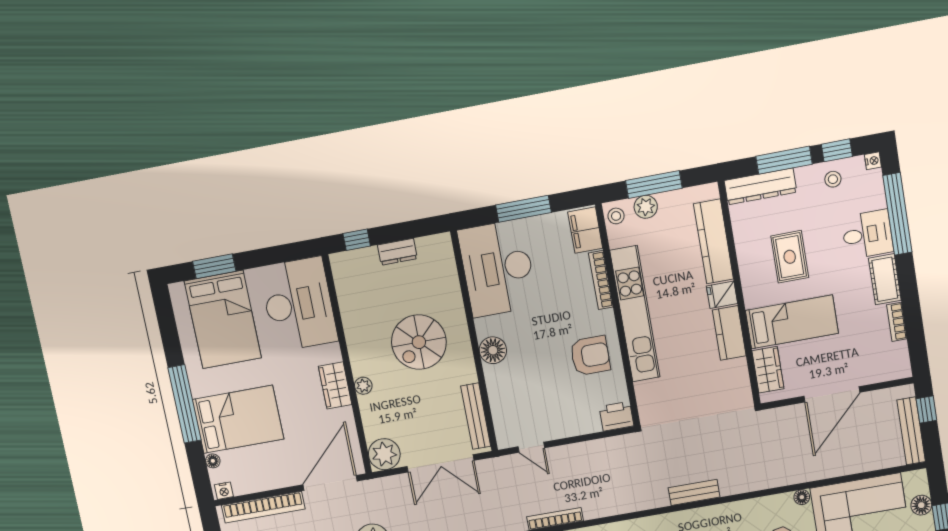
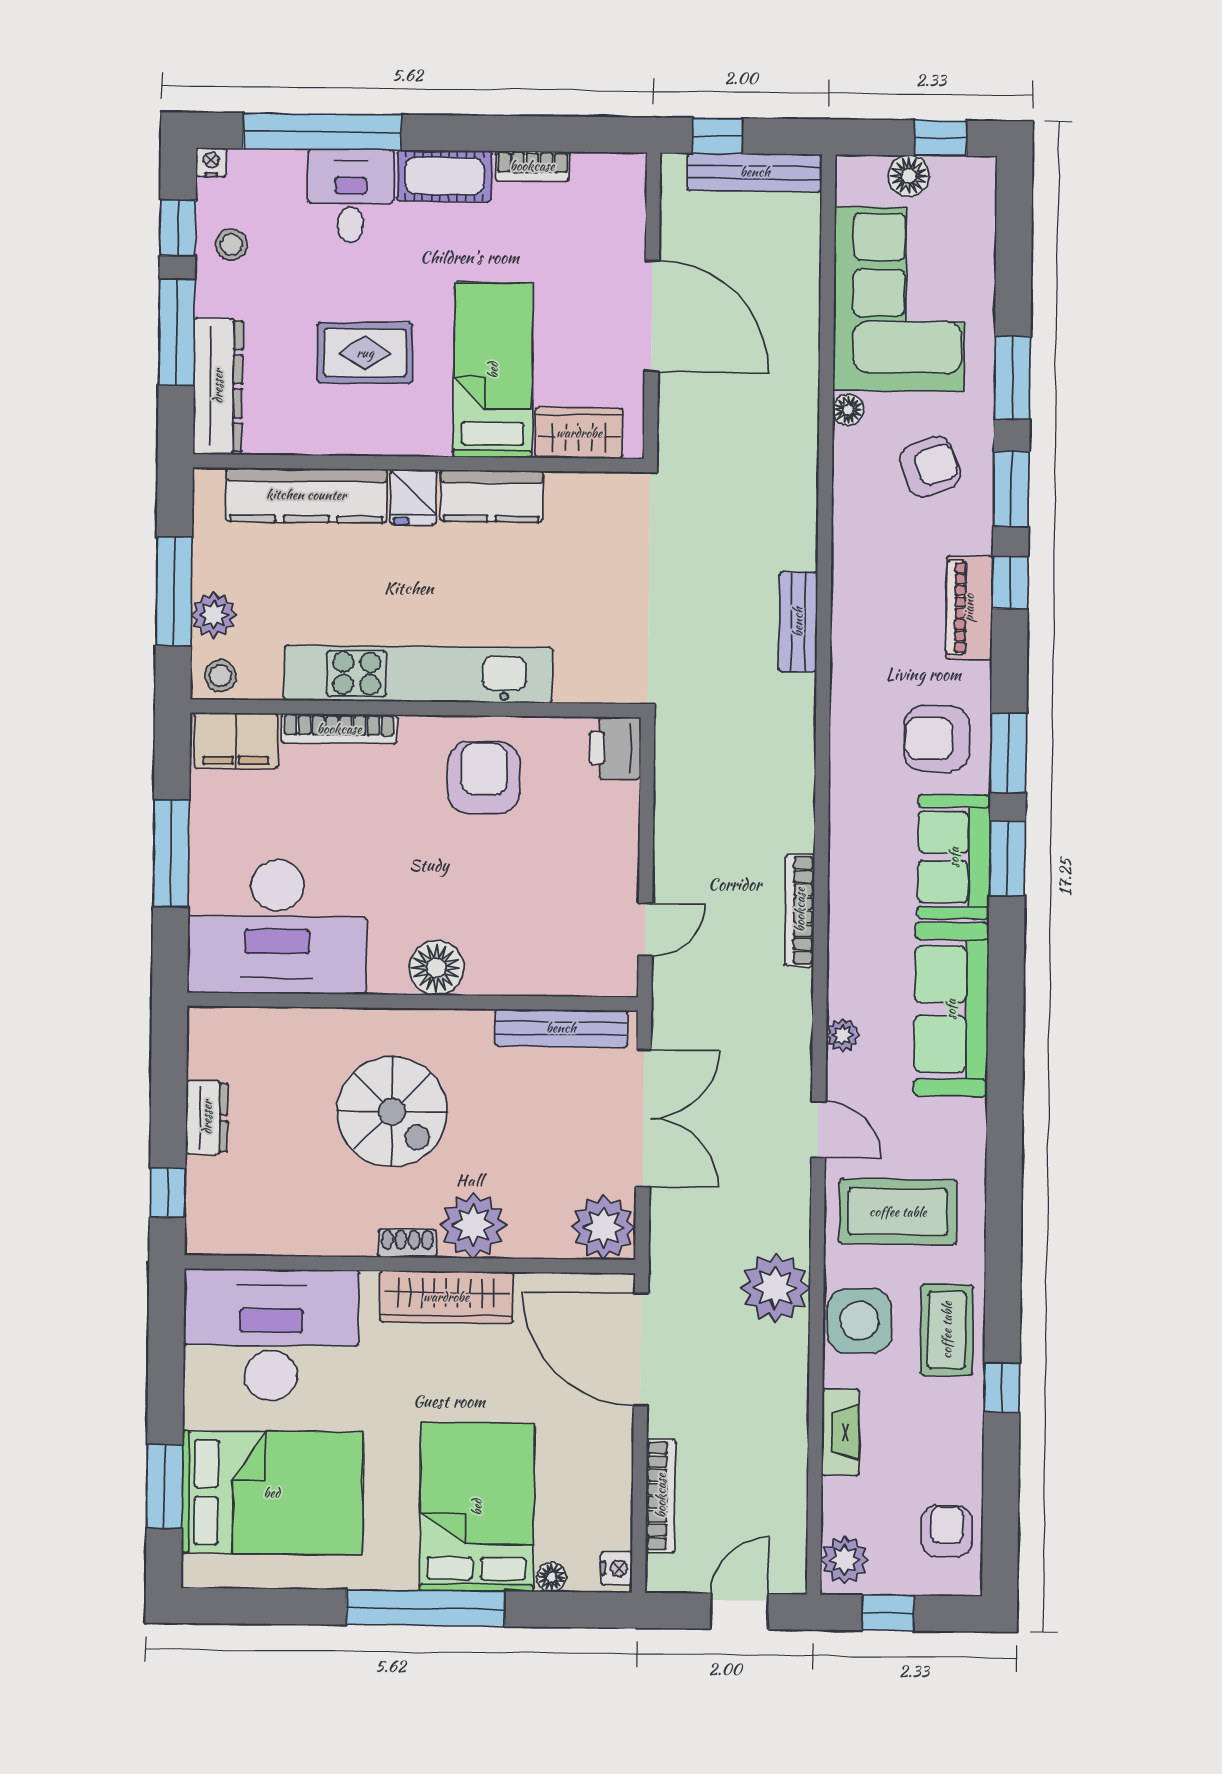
shoe rack: (357, 362) -> (407, 1243), added
wardrobe: (335, 385) -> (446, 1297), width x1.50
plant: (363, 386) -> (473, 1225), width x1.88, depth x1.88
bookcase: (263, 507) -> (661, 1496), width x0.68, depth x0.76

